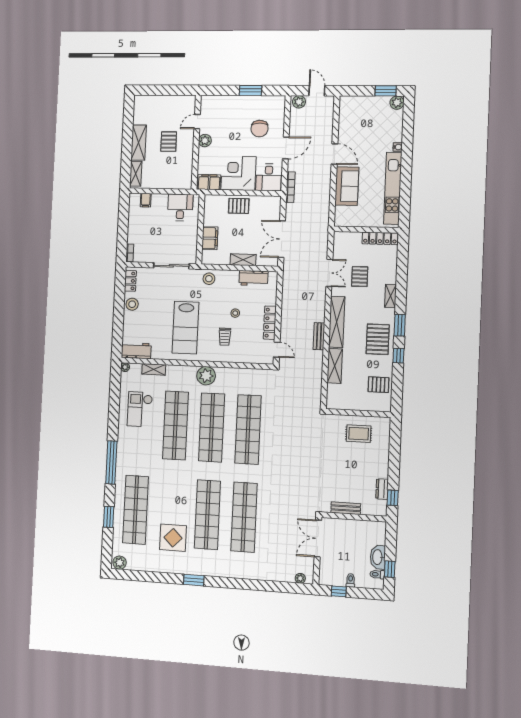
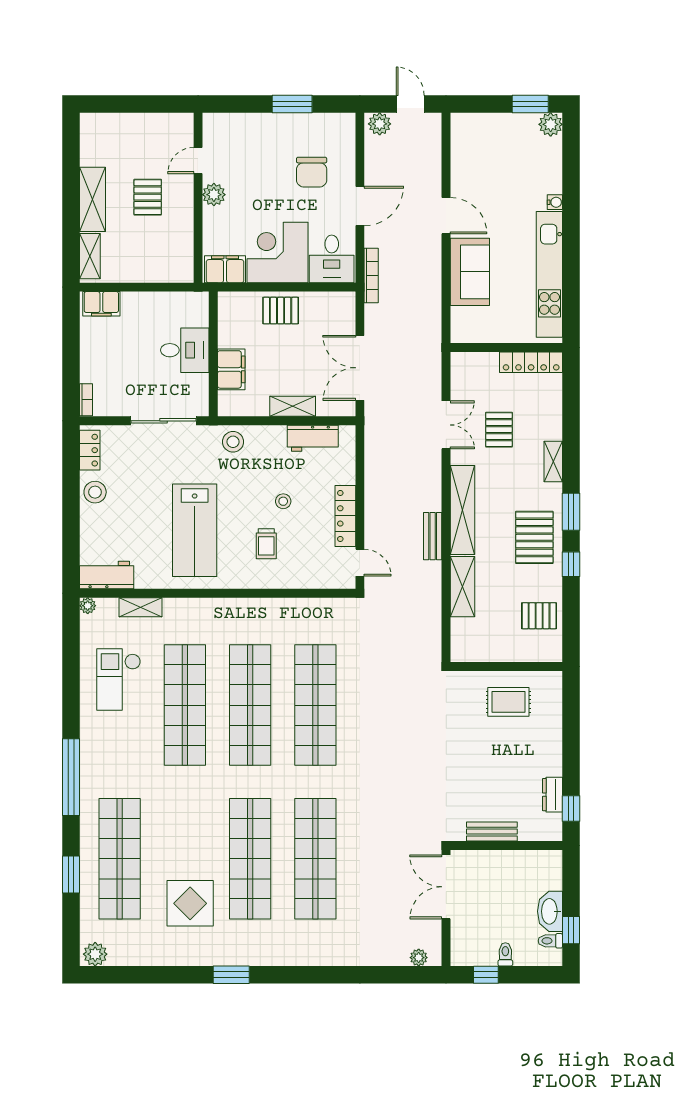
filing cabinet: (146, 200) -> (101, 304), width x2.00
desk: (180, 207) -> (185, 350), moved, turned 90
plant: (206, 376) -> (236, 614), removed

